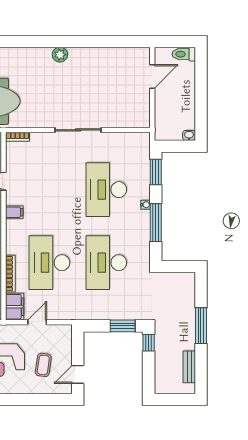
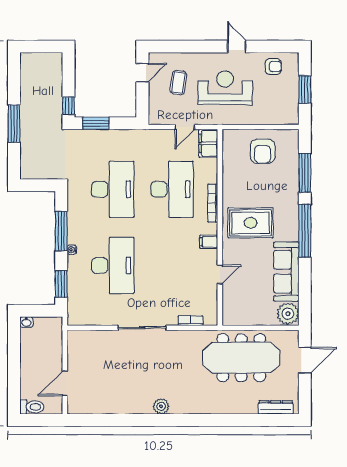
bookcase: (17, 137) -> (190, 321), moved
bookcase: (10, 274) -> (213, 203), moved
bench: (189, 367) -> (26, 81), removed

